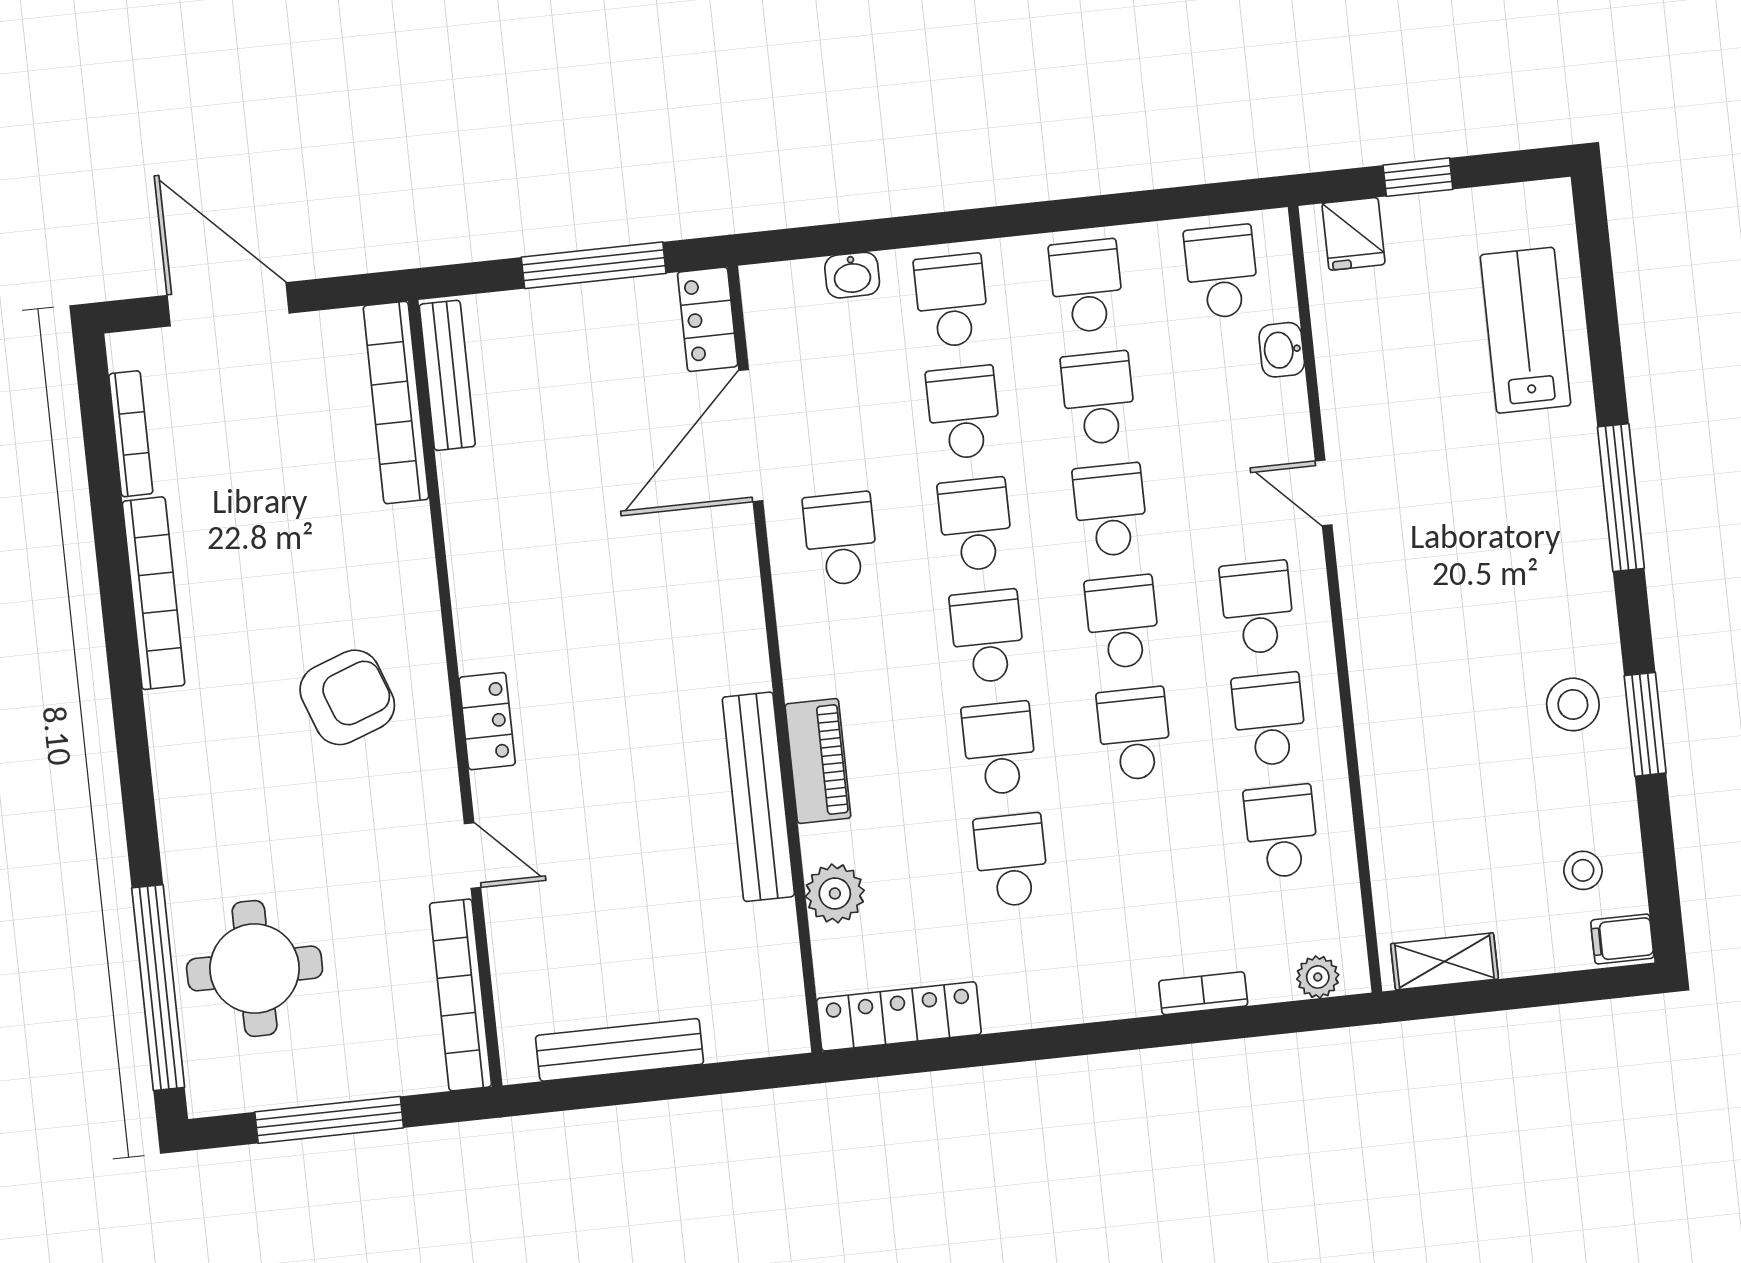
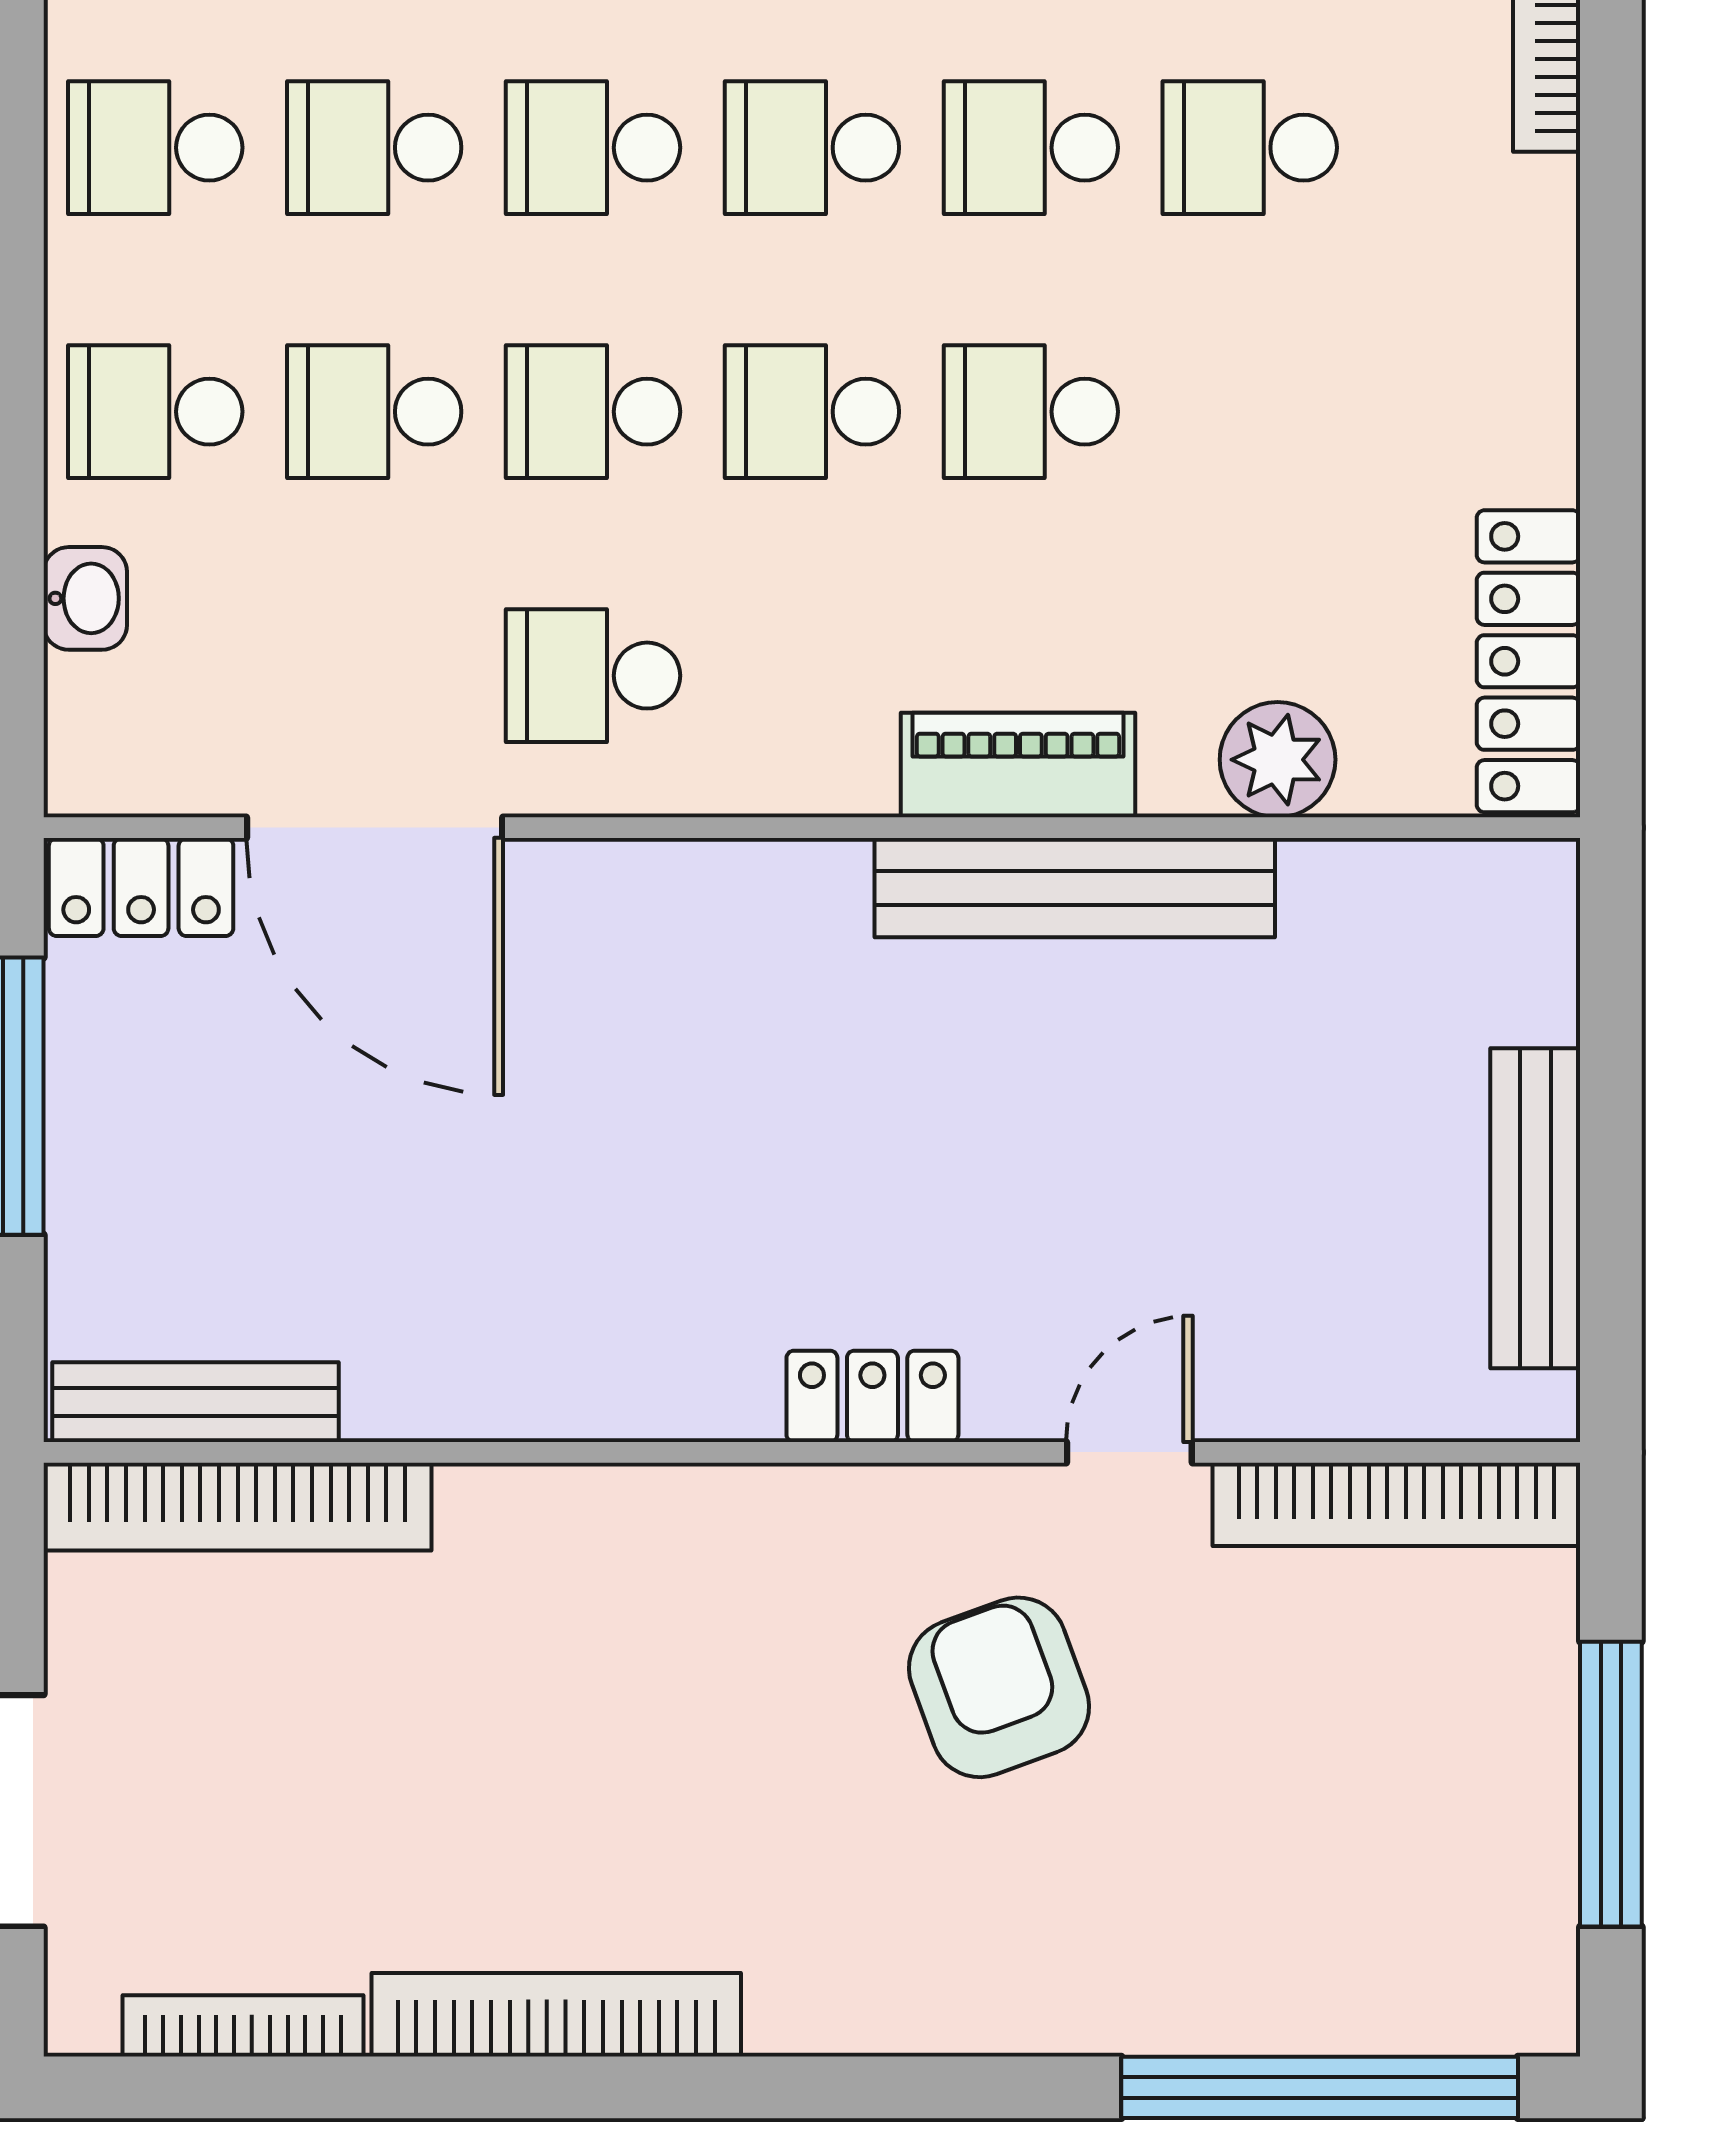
armchair: (347, 697) -> (999, 1687), moved
school desk: (1011, 860) -> (1250, 148), moved
round table: (255, 968) -> (1303, 1897), removed

